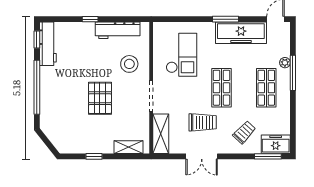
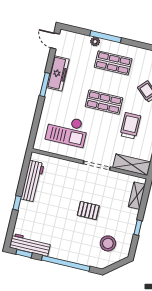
freezer: (241, 33) -> (58, 73), width x0.73, depth x0.79
checkout: (181, 55) -> (67, 130), turned 180
stool: (129, 64) -> (108, 243), moved
pallet: (100, 98) -> (88, 210), width x0.67, depth x0.71

